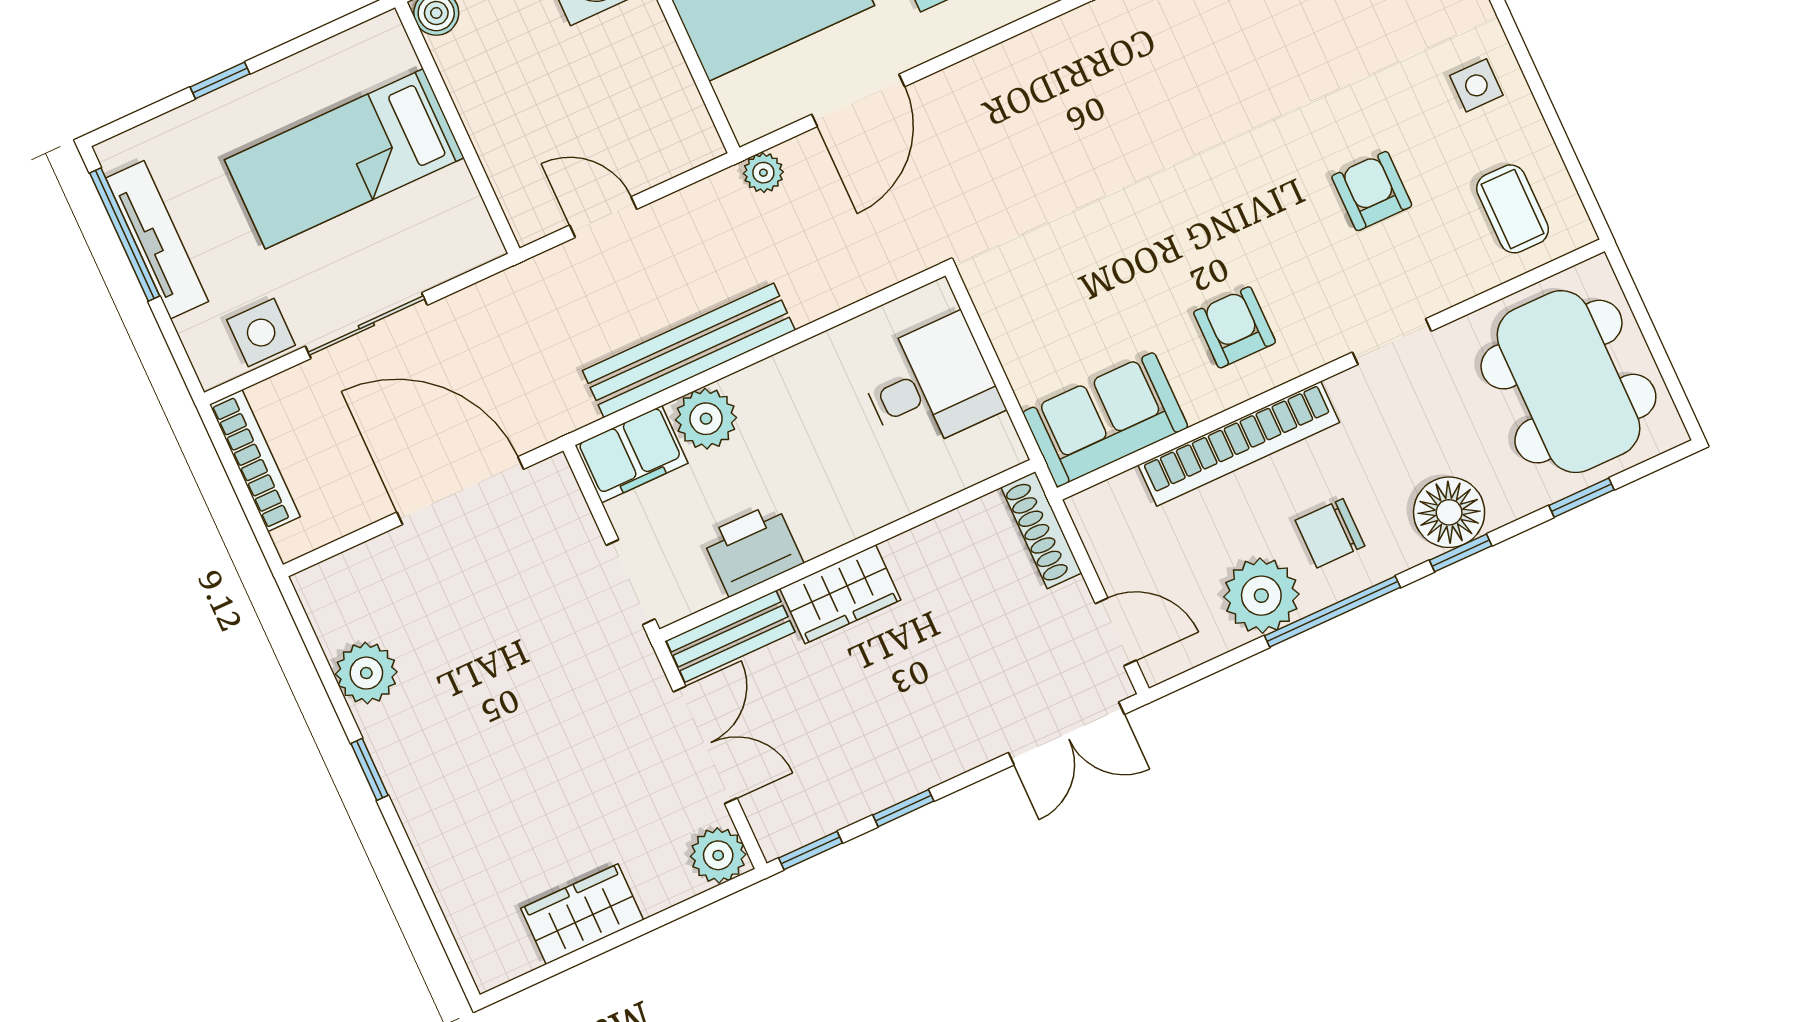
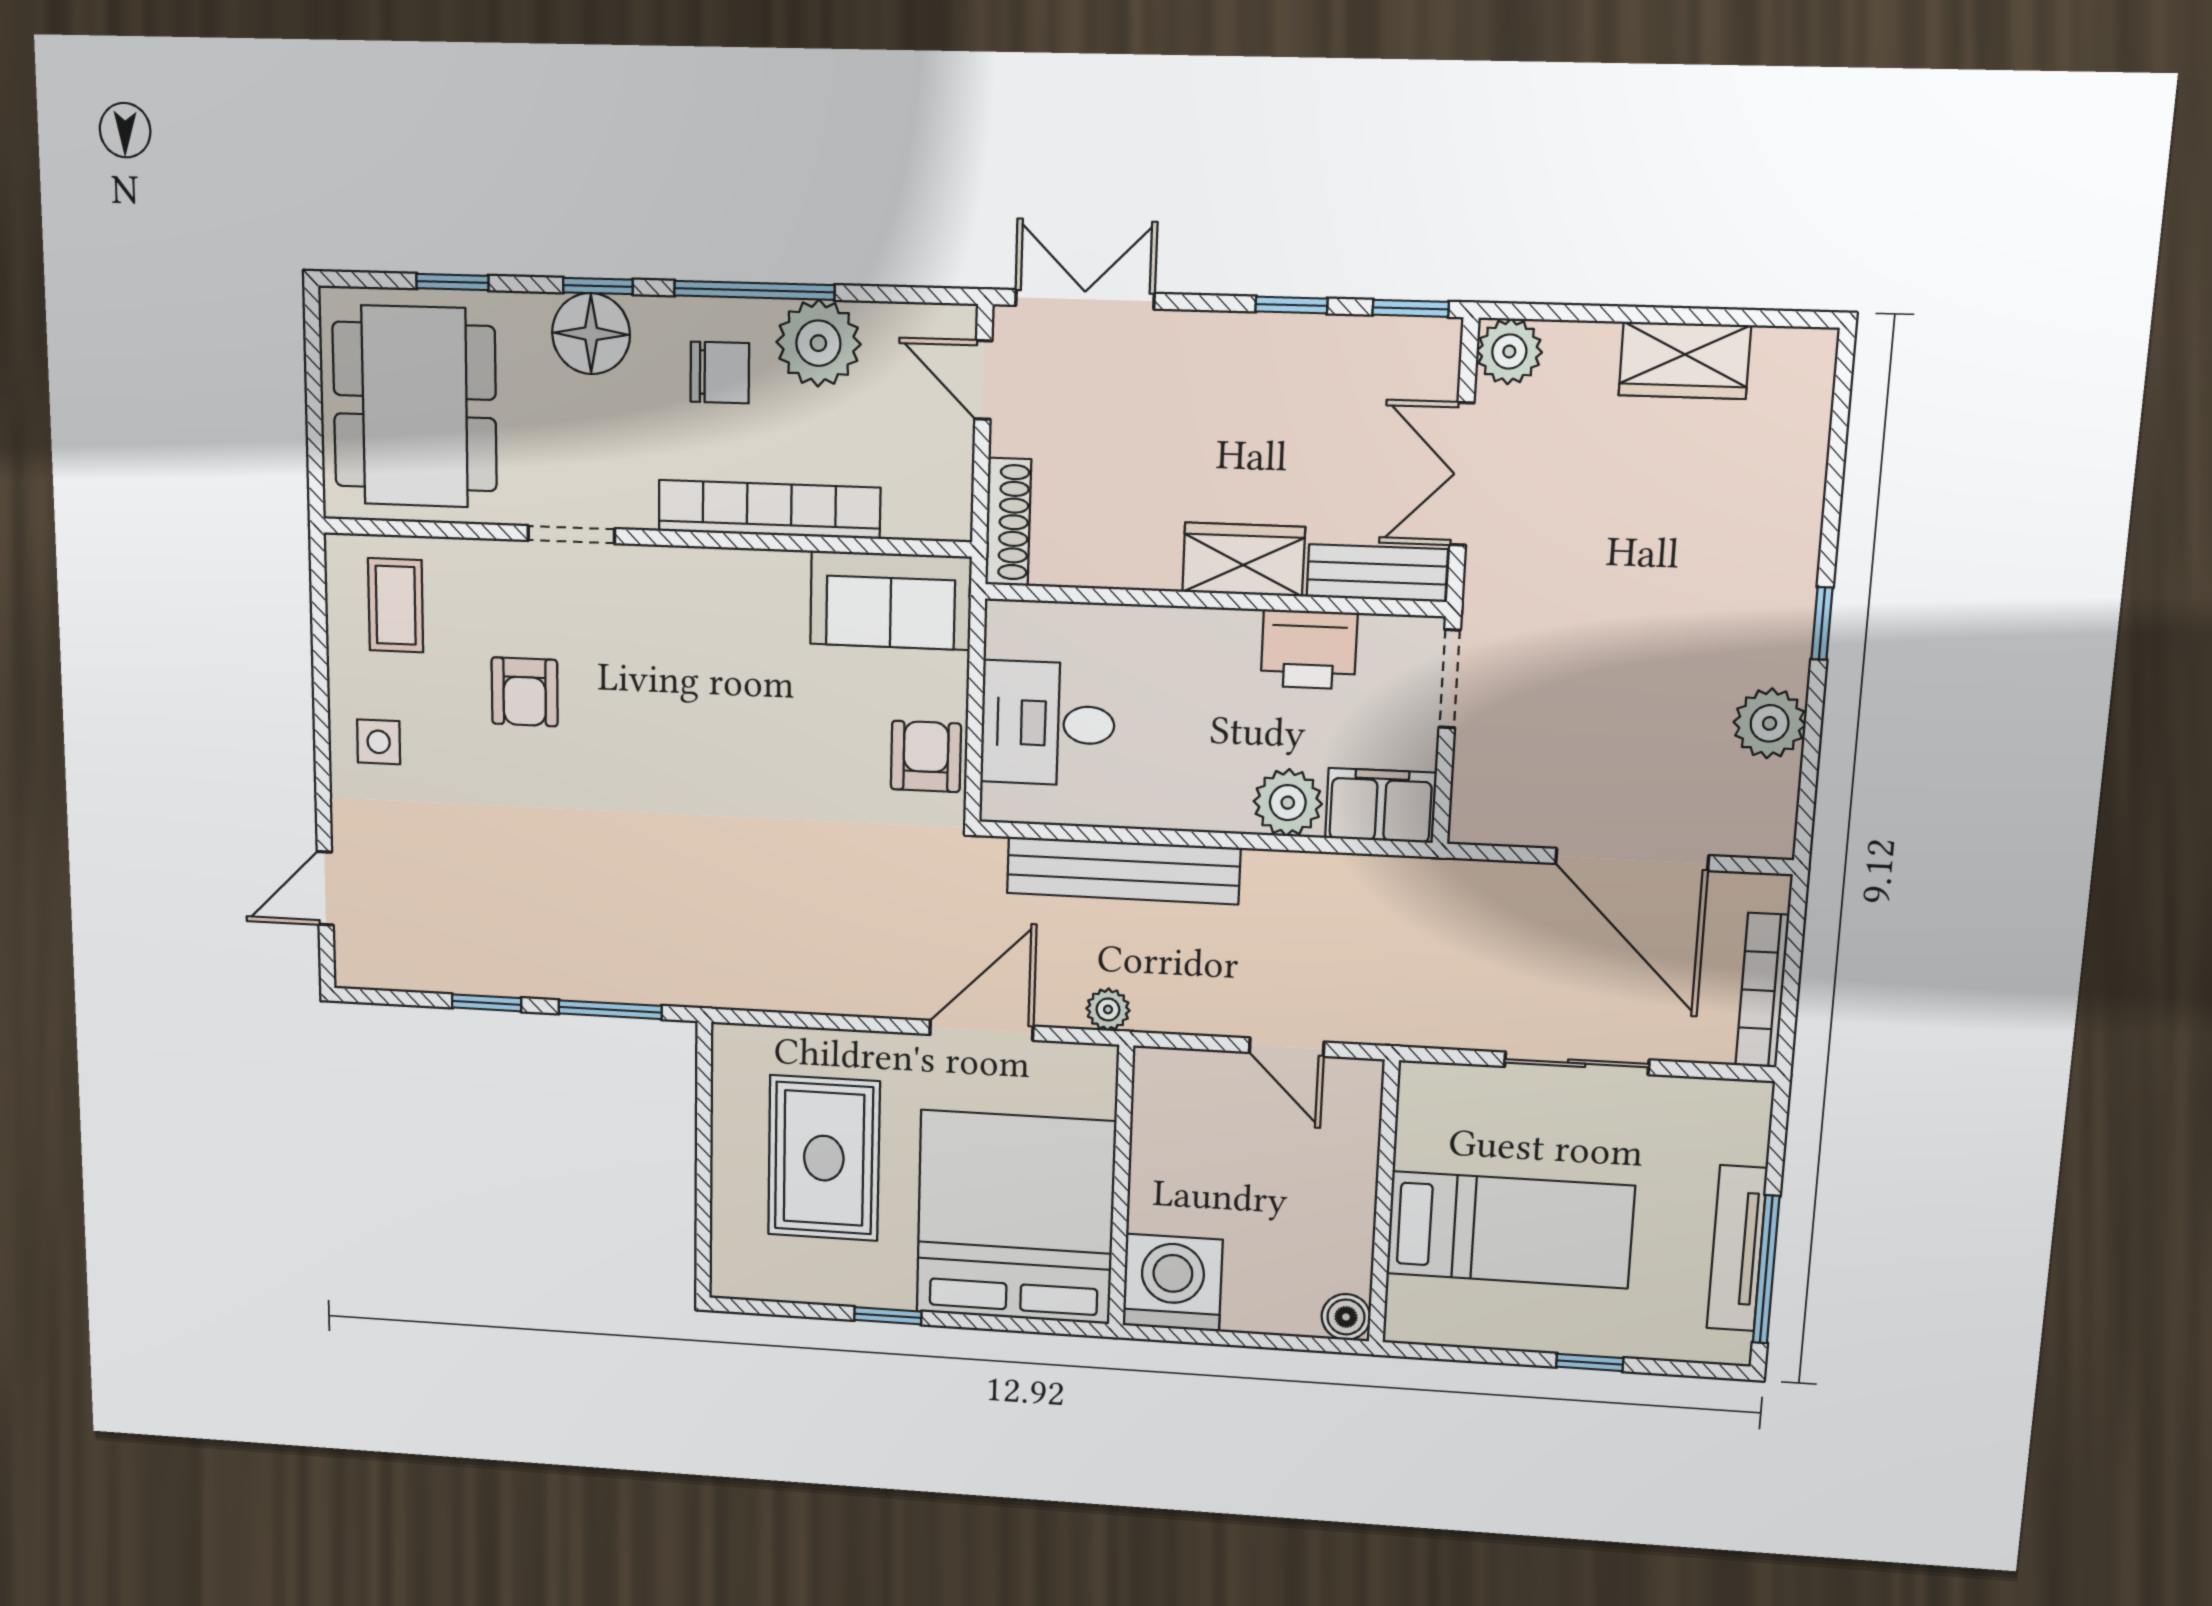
armchair: (1235, 327) -> (926, 756), moved, turned 180
side table: (261, 333) -> (1685, 1110), removed
bench: (689, 350) -> (1123, 870), moved
door: (460, 491) -> (1632, 860), moved

